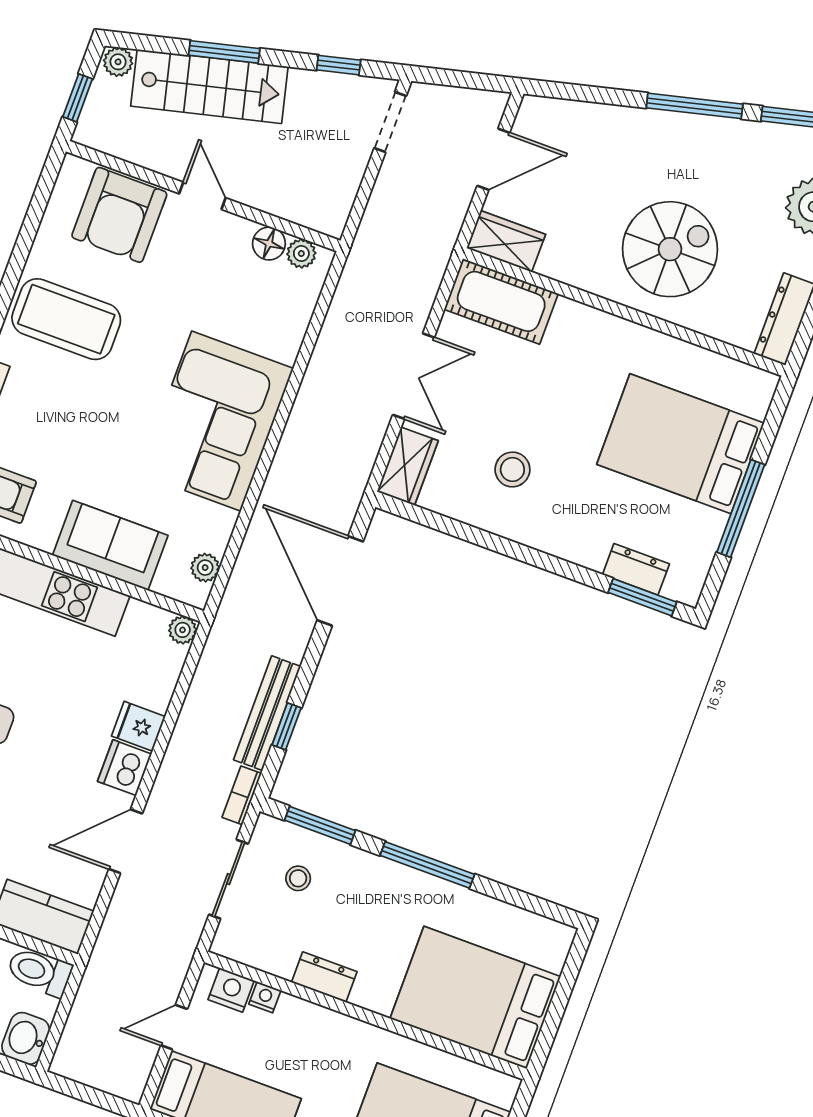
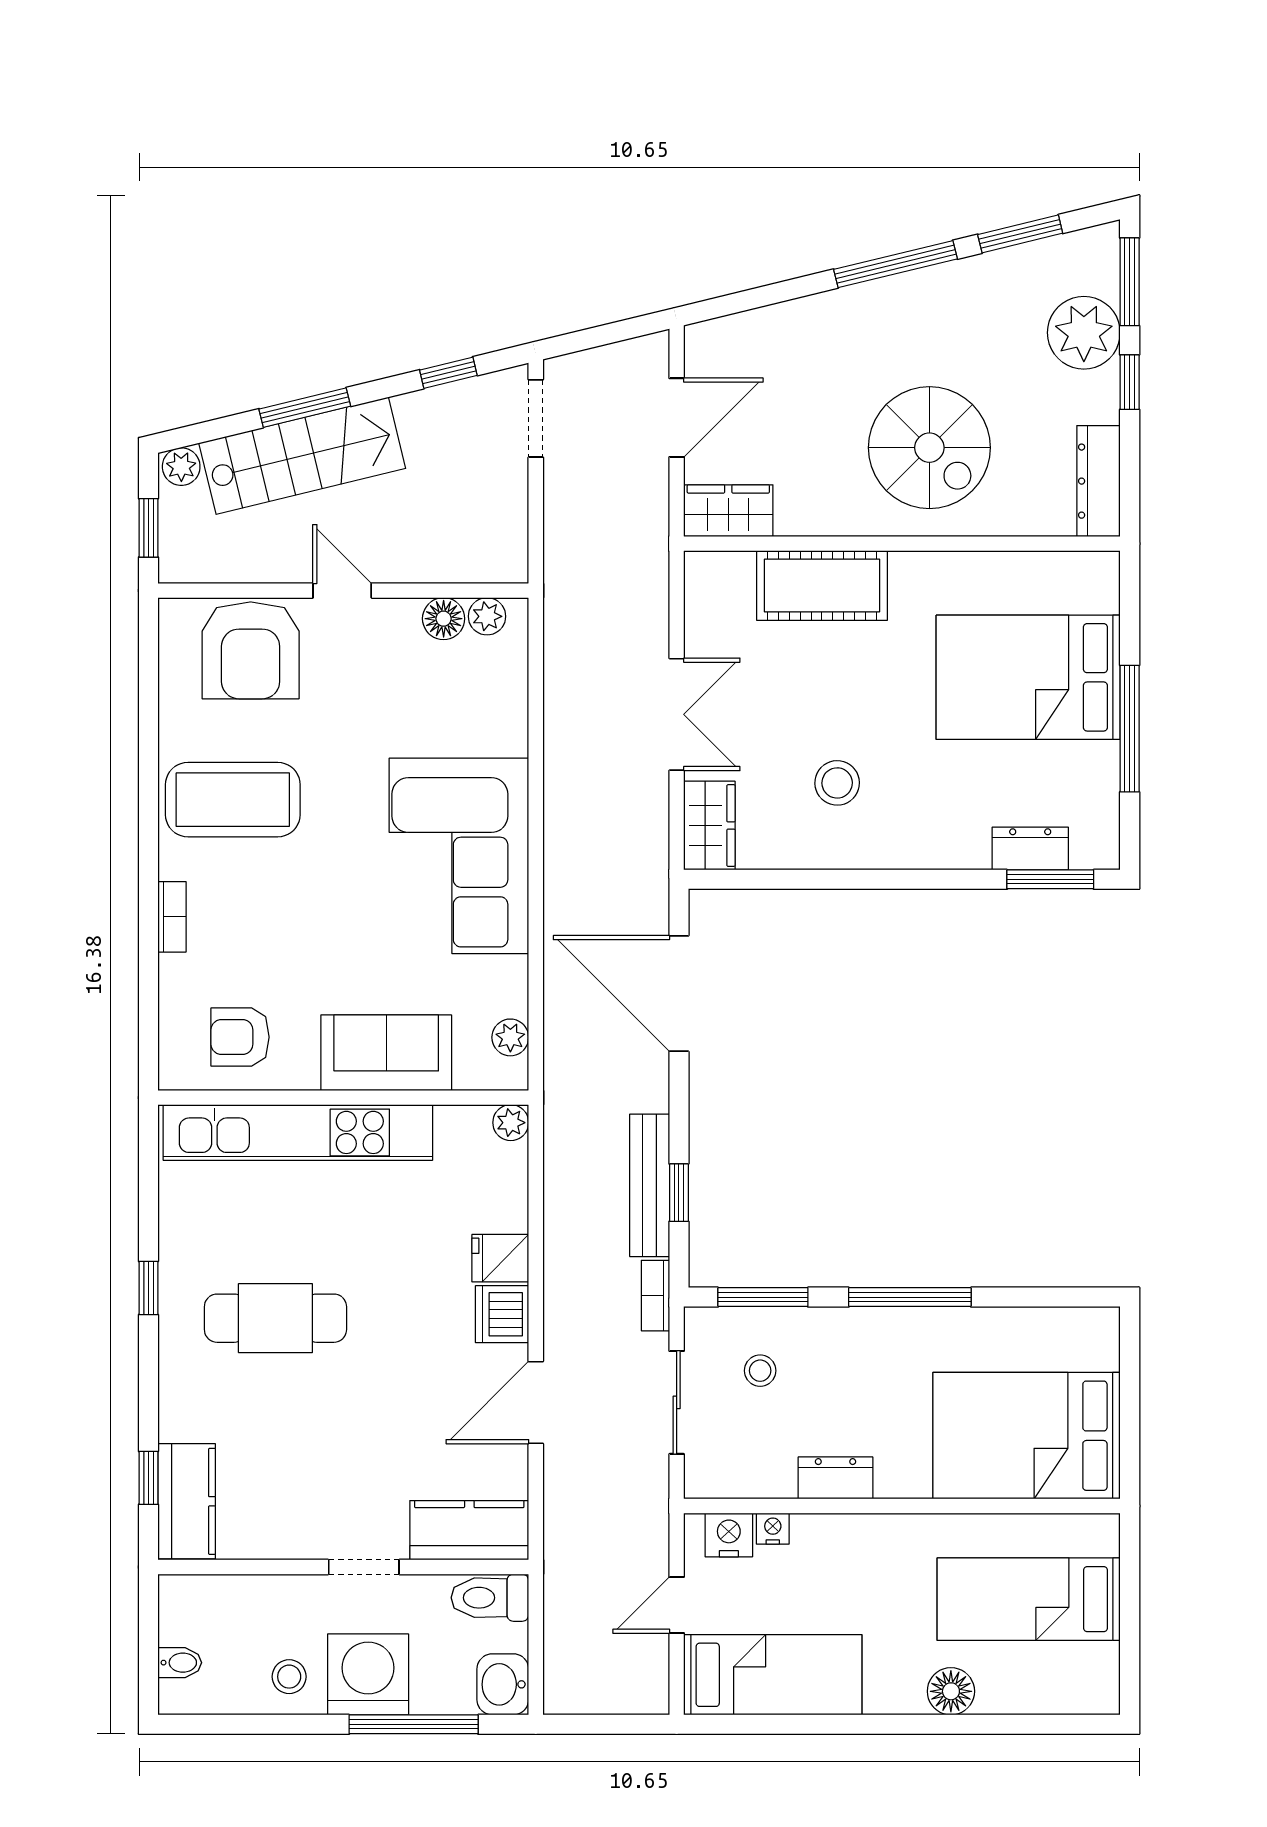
spiral stairs: (670, 249) -> (929, 448), turned 90
cot: (501, 301) -> (822, 585), moved

